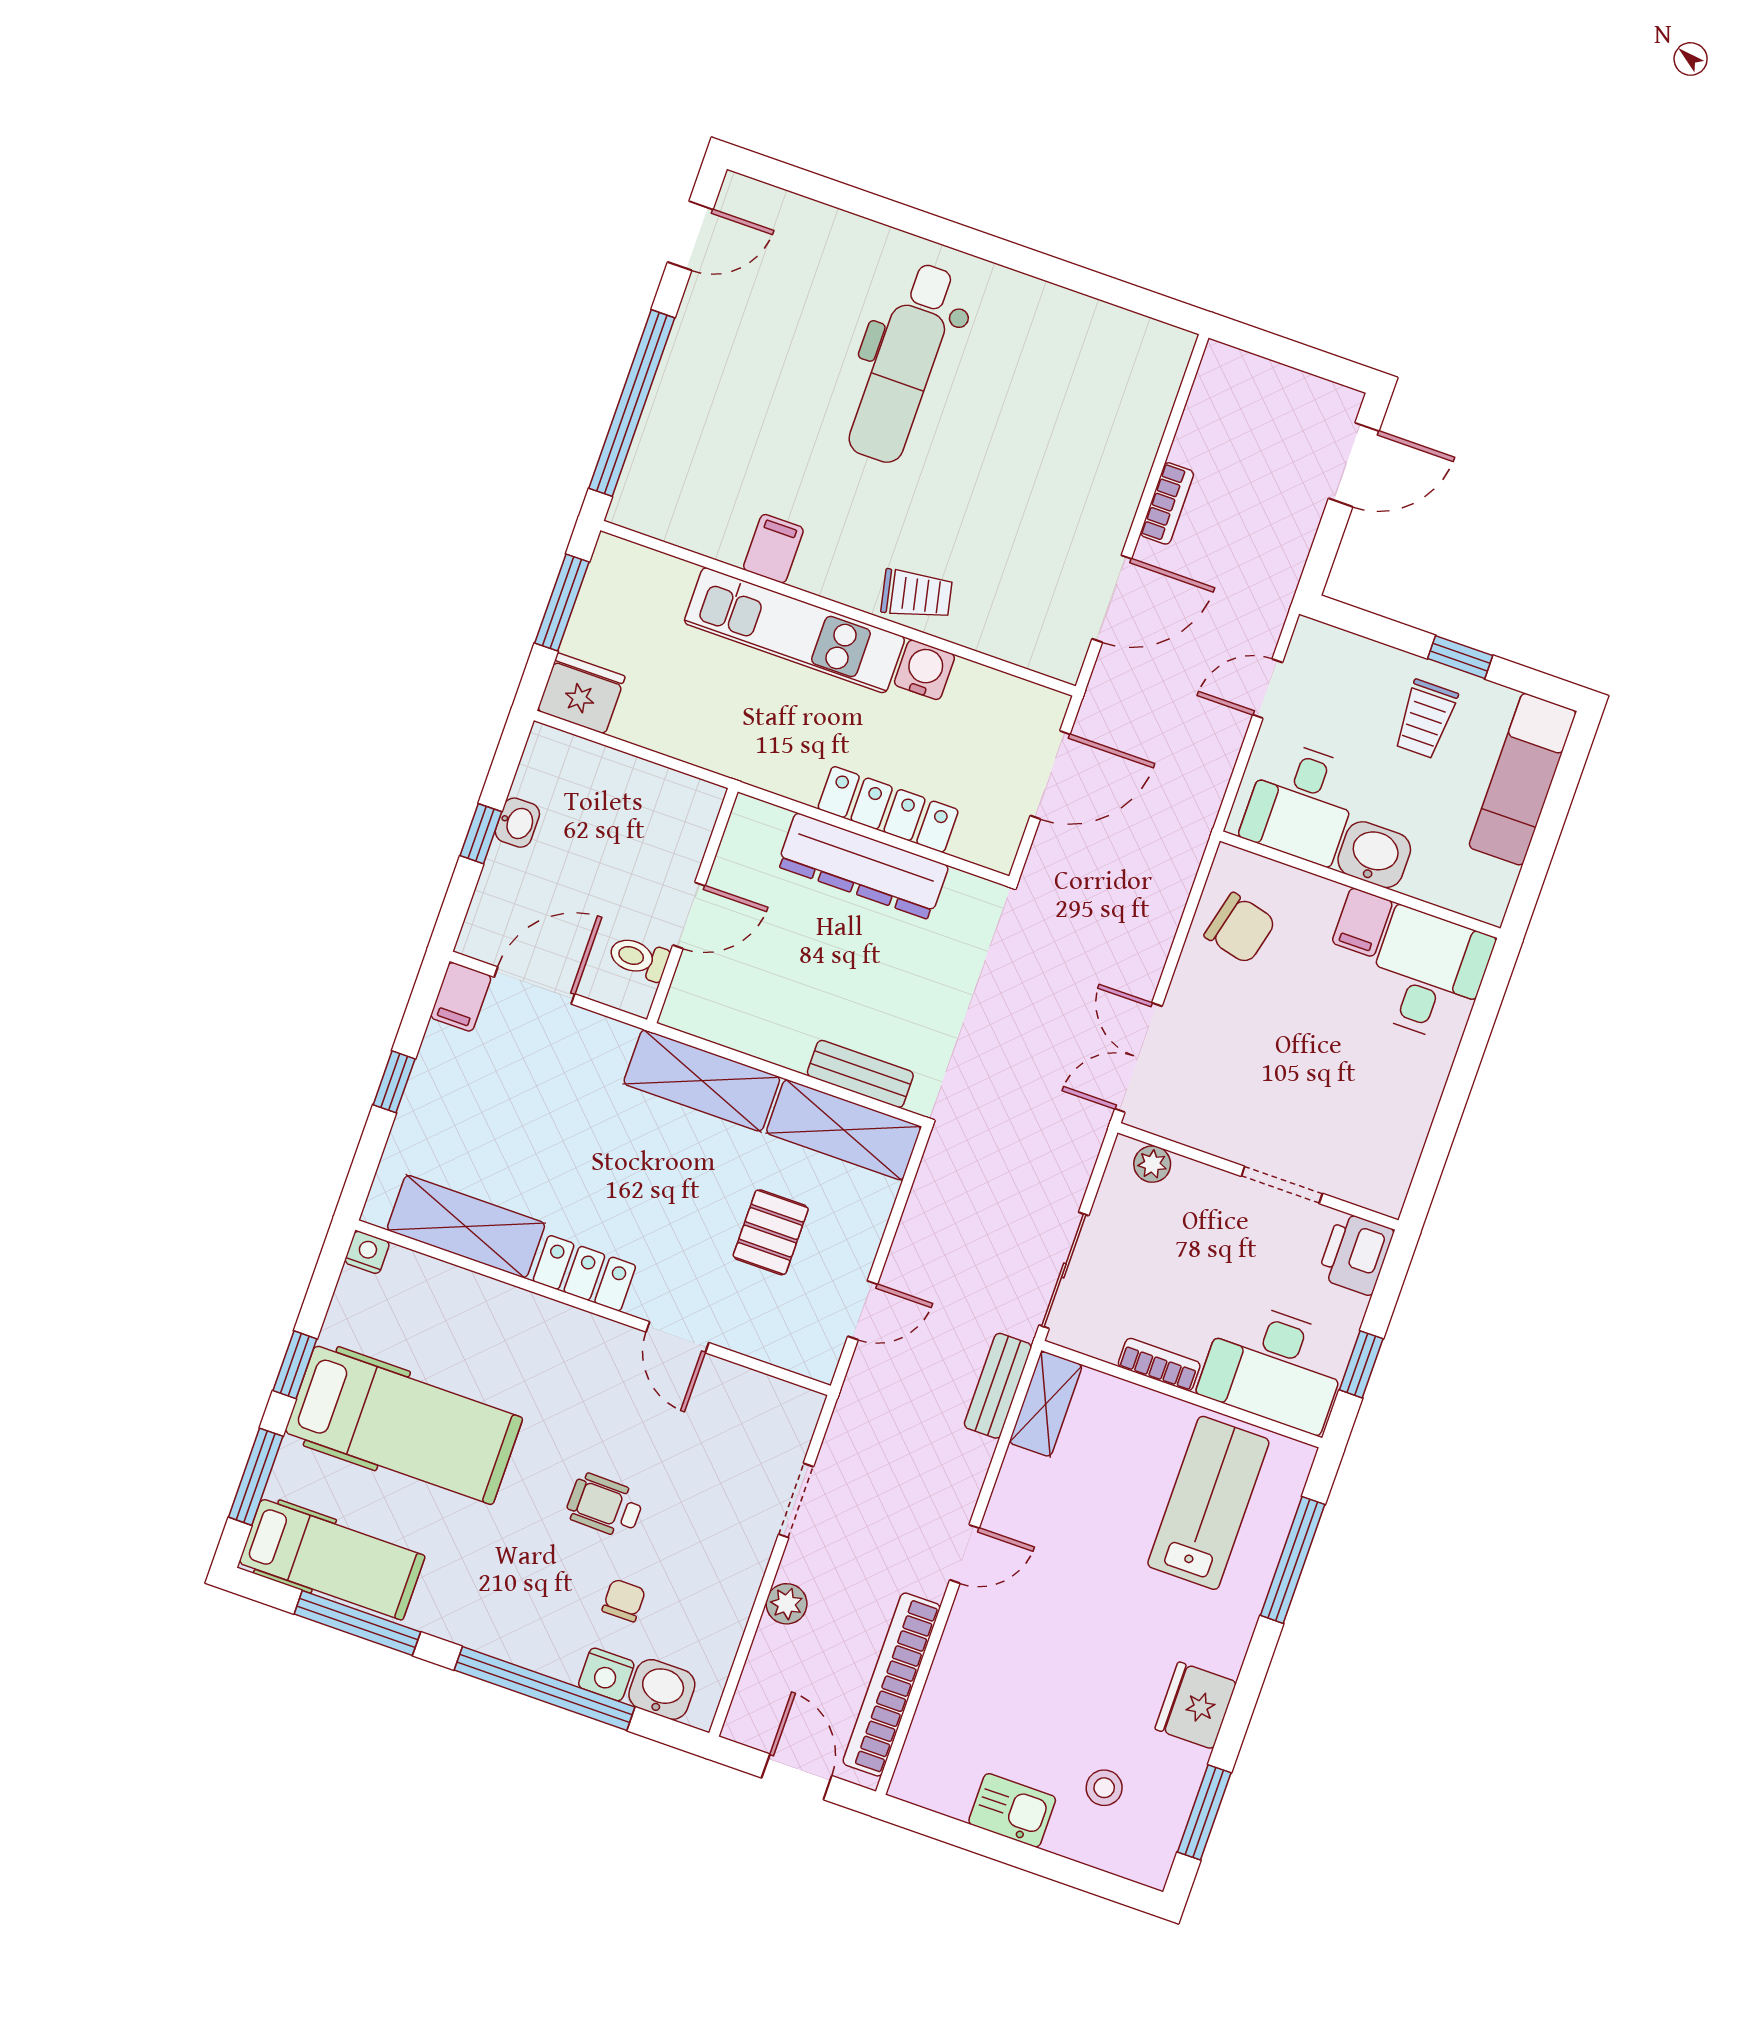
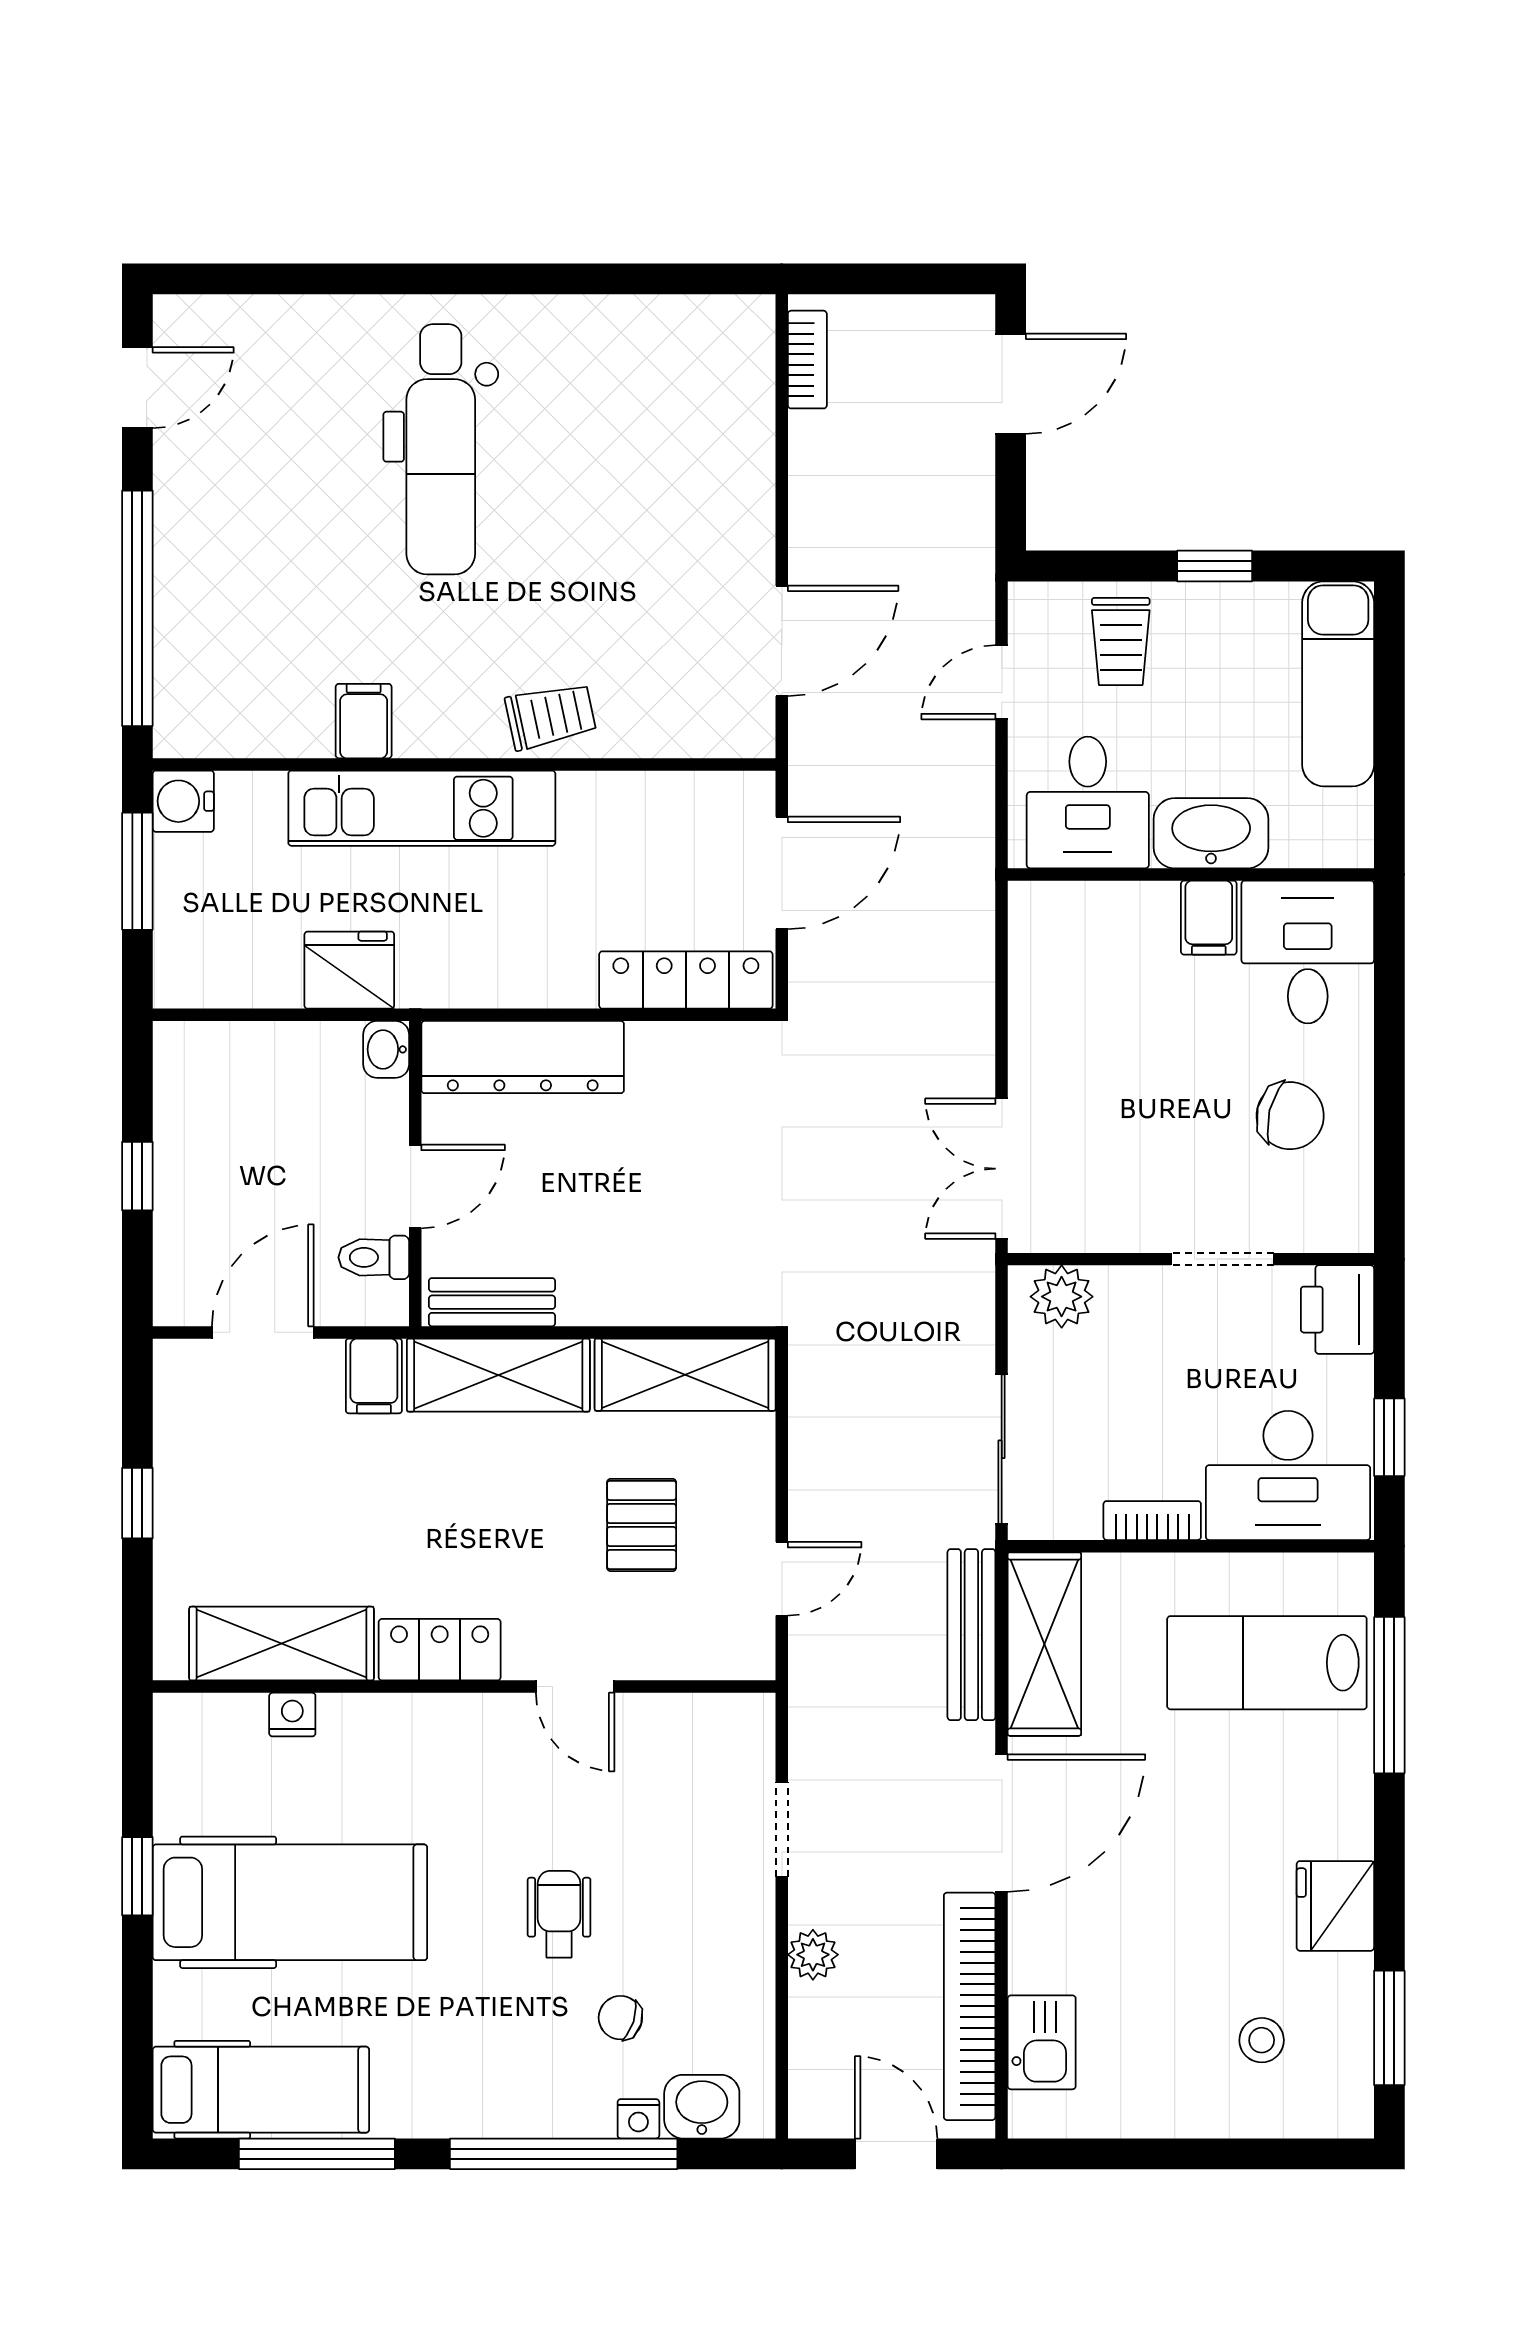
bookcase: (1167, 503) -> (807, 360), moved
water cooler: (924, 670) -> (183, 801), moved, turned -90
fridge: (581, 693) -> (349, 970), moved
trolley: (1426, 719) -> (1121, 641), moved
locker: (888, 809) -> (686, 980), moved
washbasin: (517, 823) -> (386, 1049), moved, turned 180
washbasin: (1374, 855) -> (1211, 833), width x1.38
dresser: (863, 866) -> (523, 1057), moved
chair: (1240, 928) -> (1290, 1116), moved
filing cabinet: (461, 997) -> (374, 1376), moved
bench: (860, 1074) -> (492, 1302), moved
plant: (1152, 1164) -> (1062, 1297), width x1.38, depth x1.38
nightstand: (367, 1252) -> (292, 1715), moved
bench: (998, 1386) -> (971, 1635), width x1.36
shelving: (1046, 1404) -> (1044, 1644), width x1.50, depth x1.33
window: (256, 1477) -> (137, 2024), removed
lab bench: (1208, 1503) -> (1267, 1663), turned -90
wheelchair: (605, 1506) -> (559, 1914), turned 89
door: (965, 1554) -> (1002, 1823), width x1.88
chair: (624, 1600) -> (620, 2018), turned -72
nightstand: (606, 1674) -> (638, 2119), width x0.72, depth x0.74
kitchen sink: (1012, 1810) -> (1042, 2042), moved, turned 90

